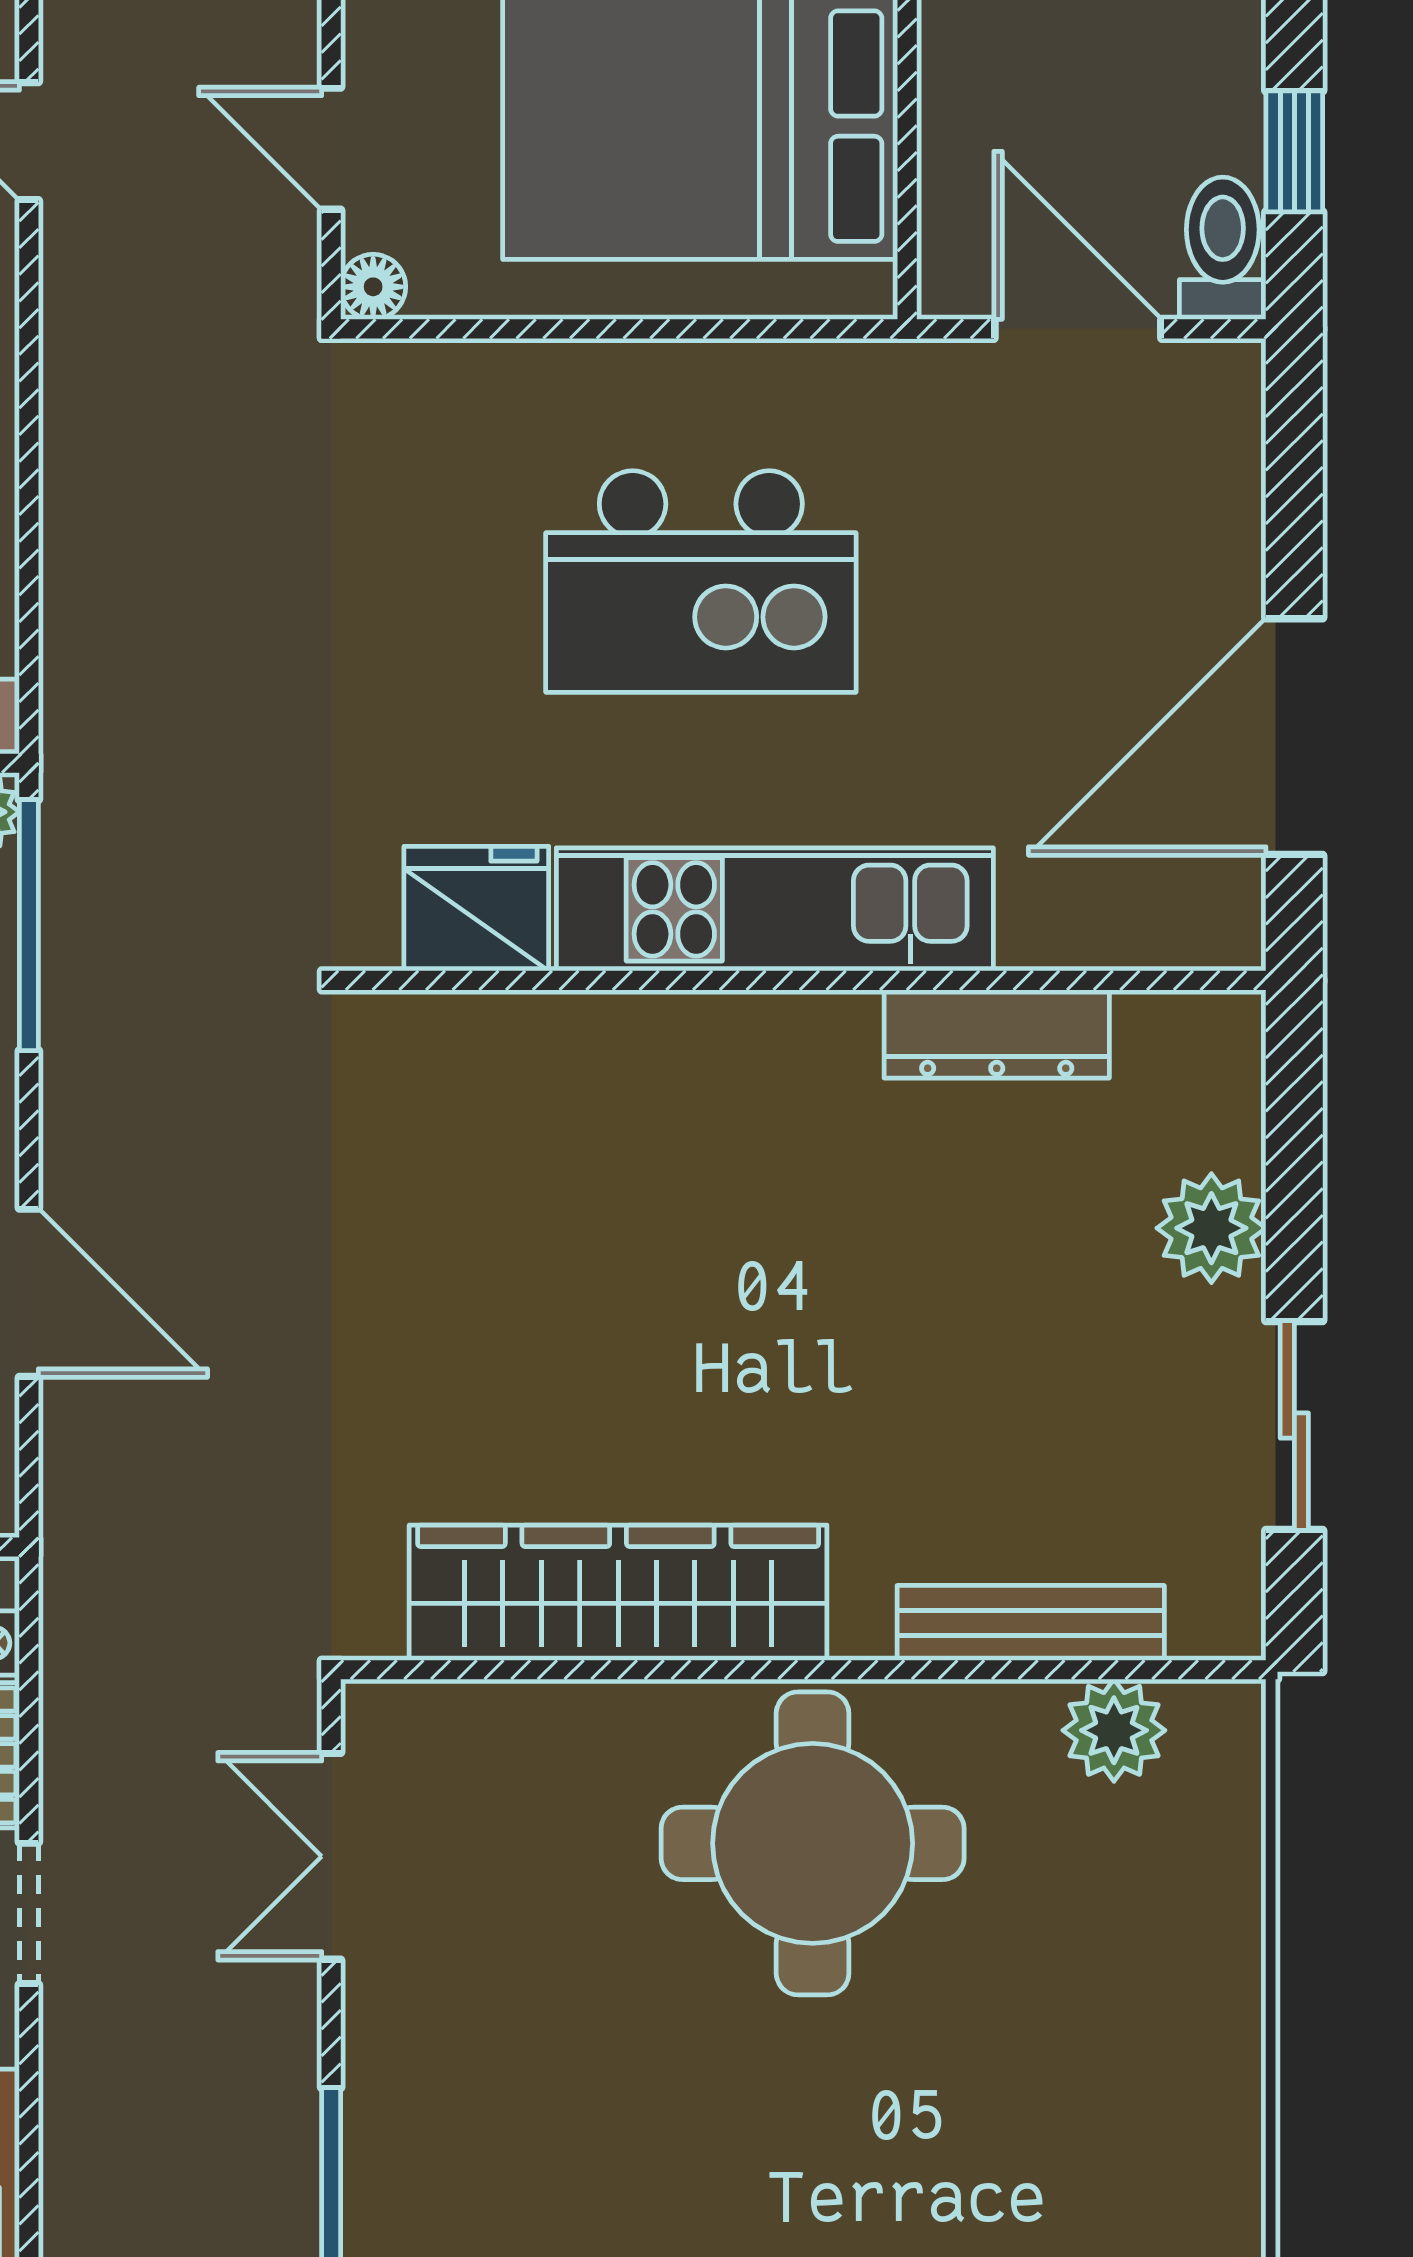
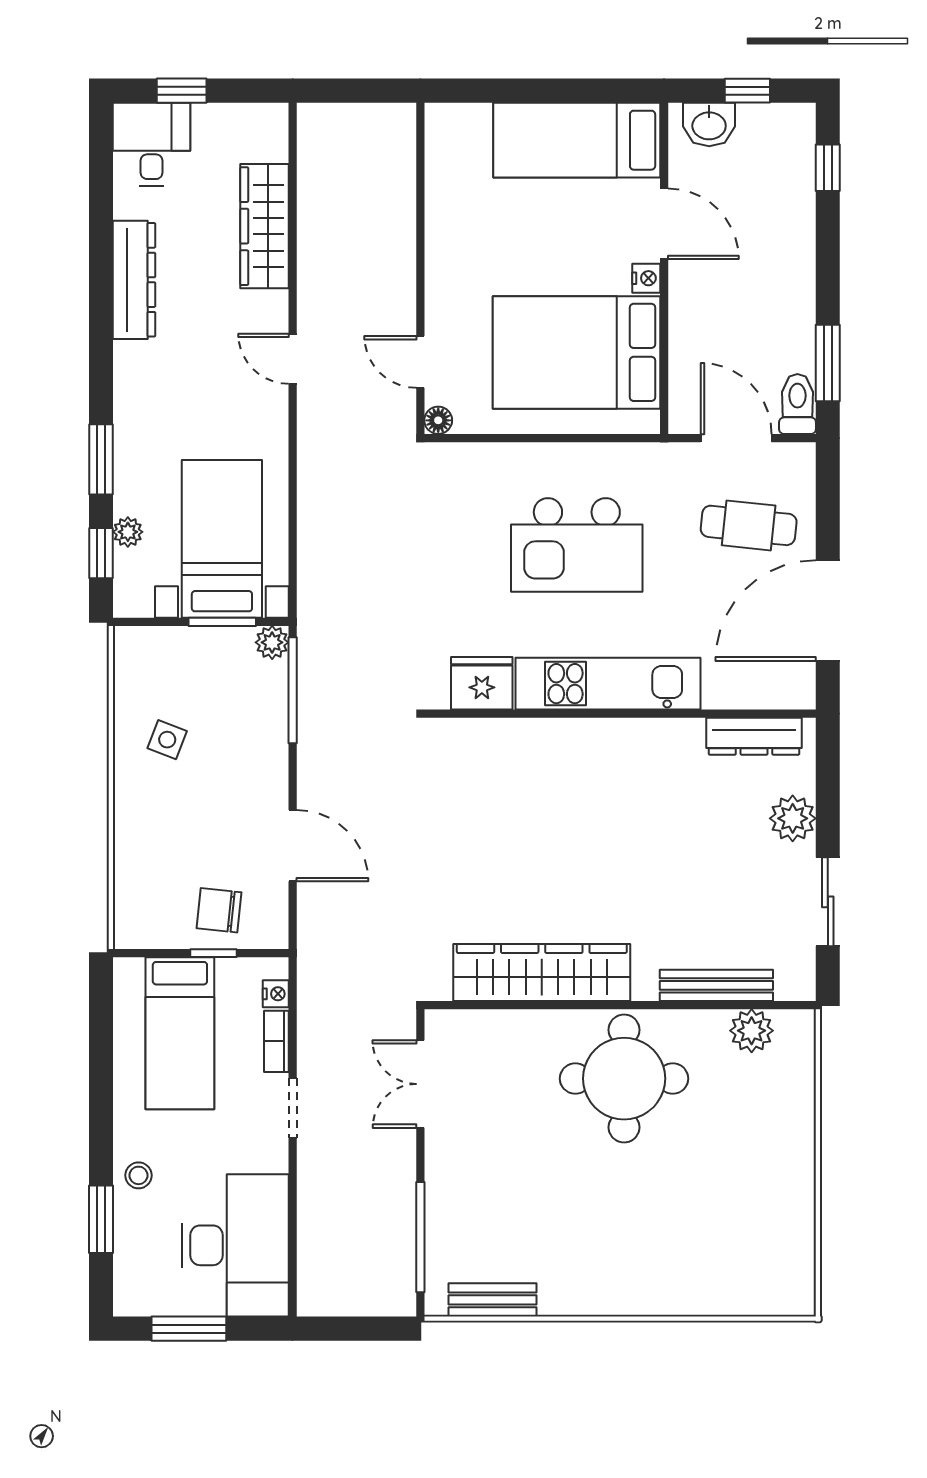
window: (1294, 151) -> (828, 363), width x1.50
cafe table: (1107, 535) -> (749, 525), added
dresser: (997, 1034) -> (754, 736), moved

